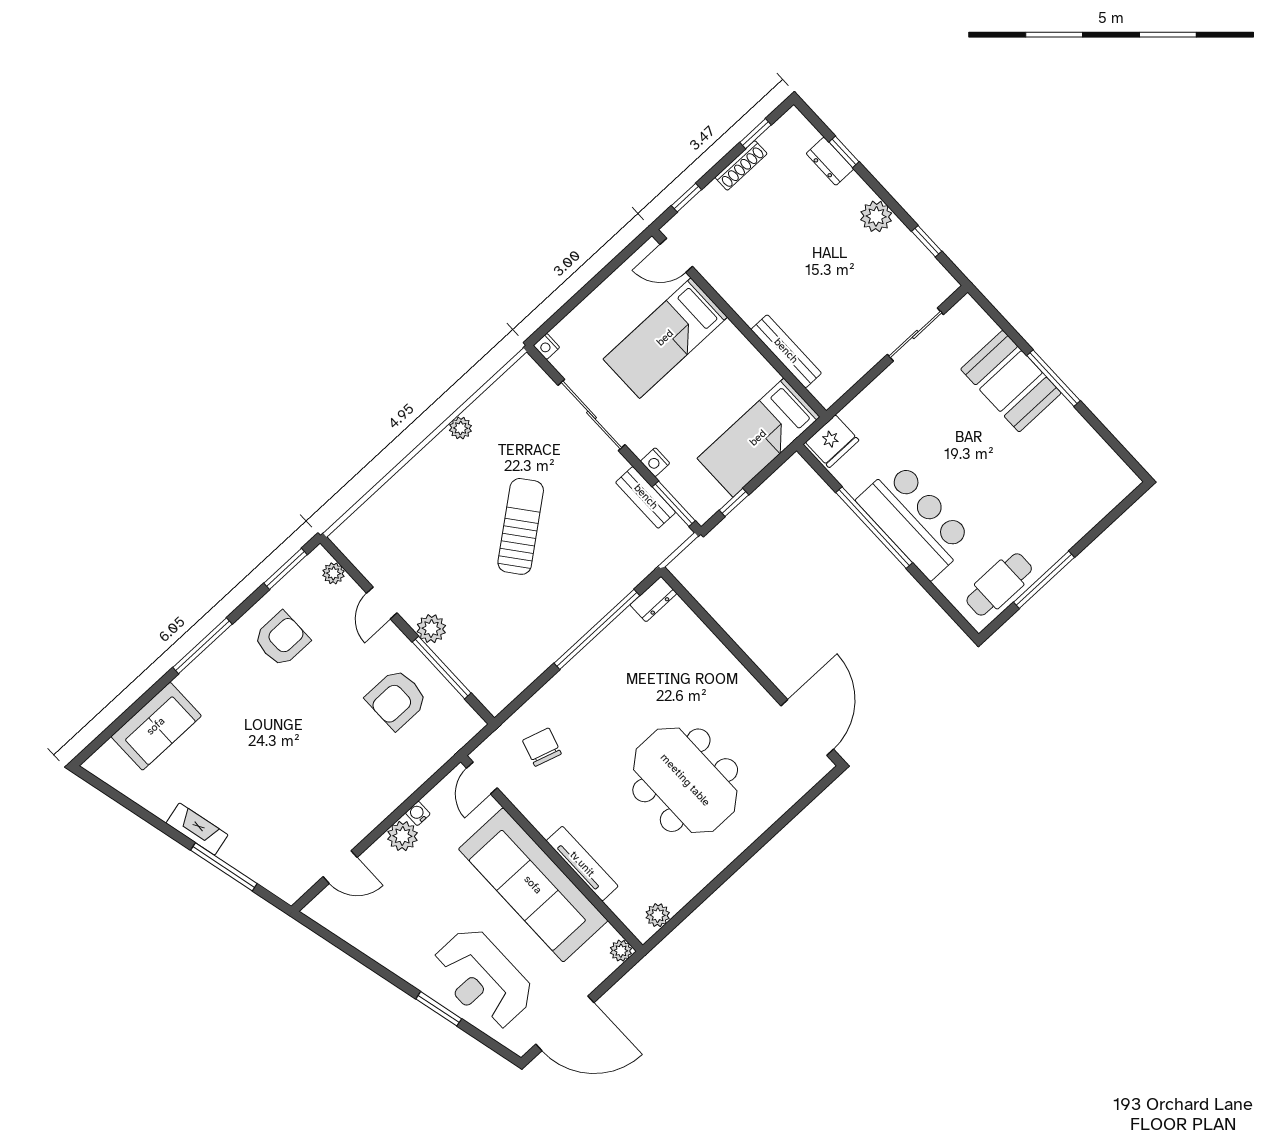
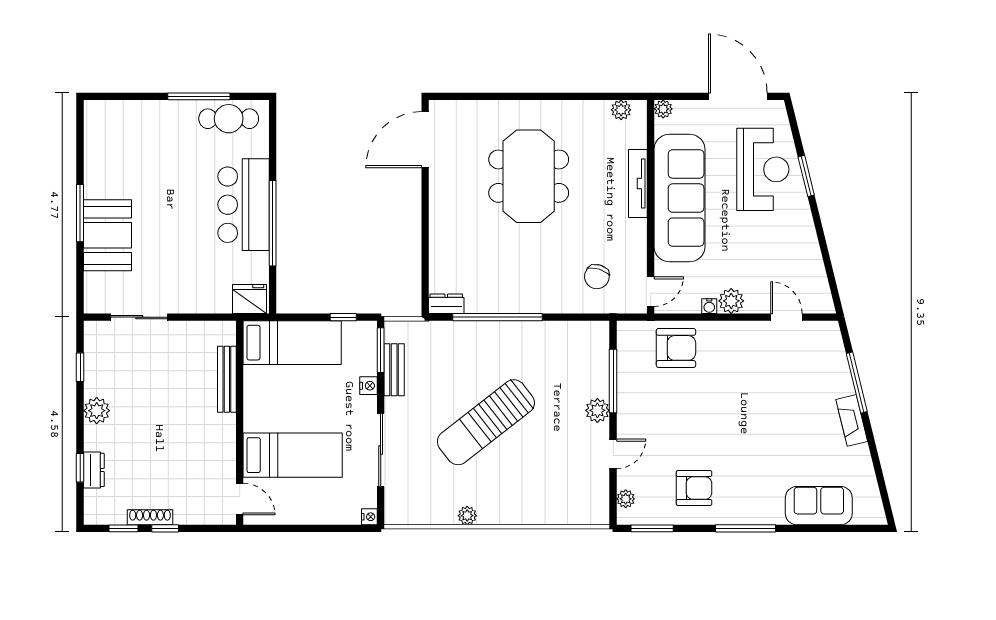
window: (686, 198) -> (165, 528), moved
sun lounger: (521, 526) -> (486, 422), width x1.36, depth x1.34
armchair: (282, 639) -> (694, 488), turned 180
armchair: (397, 699) -> (676, 348), moved

